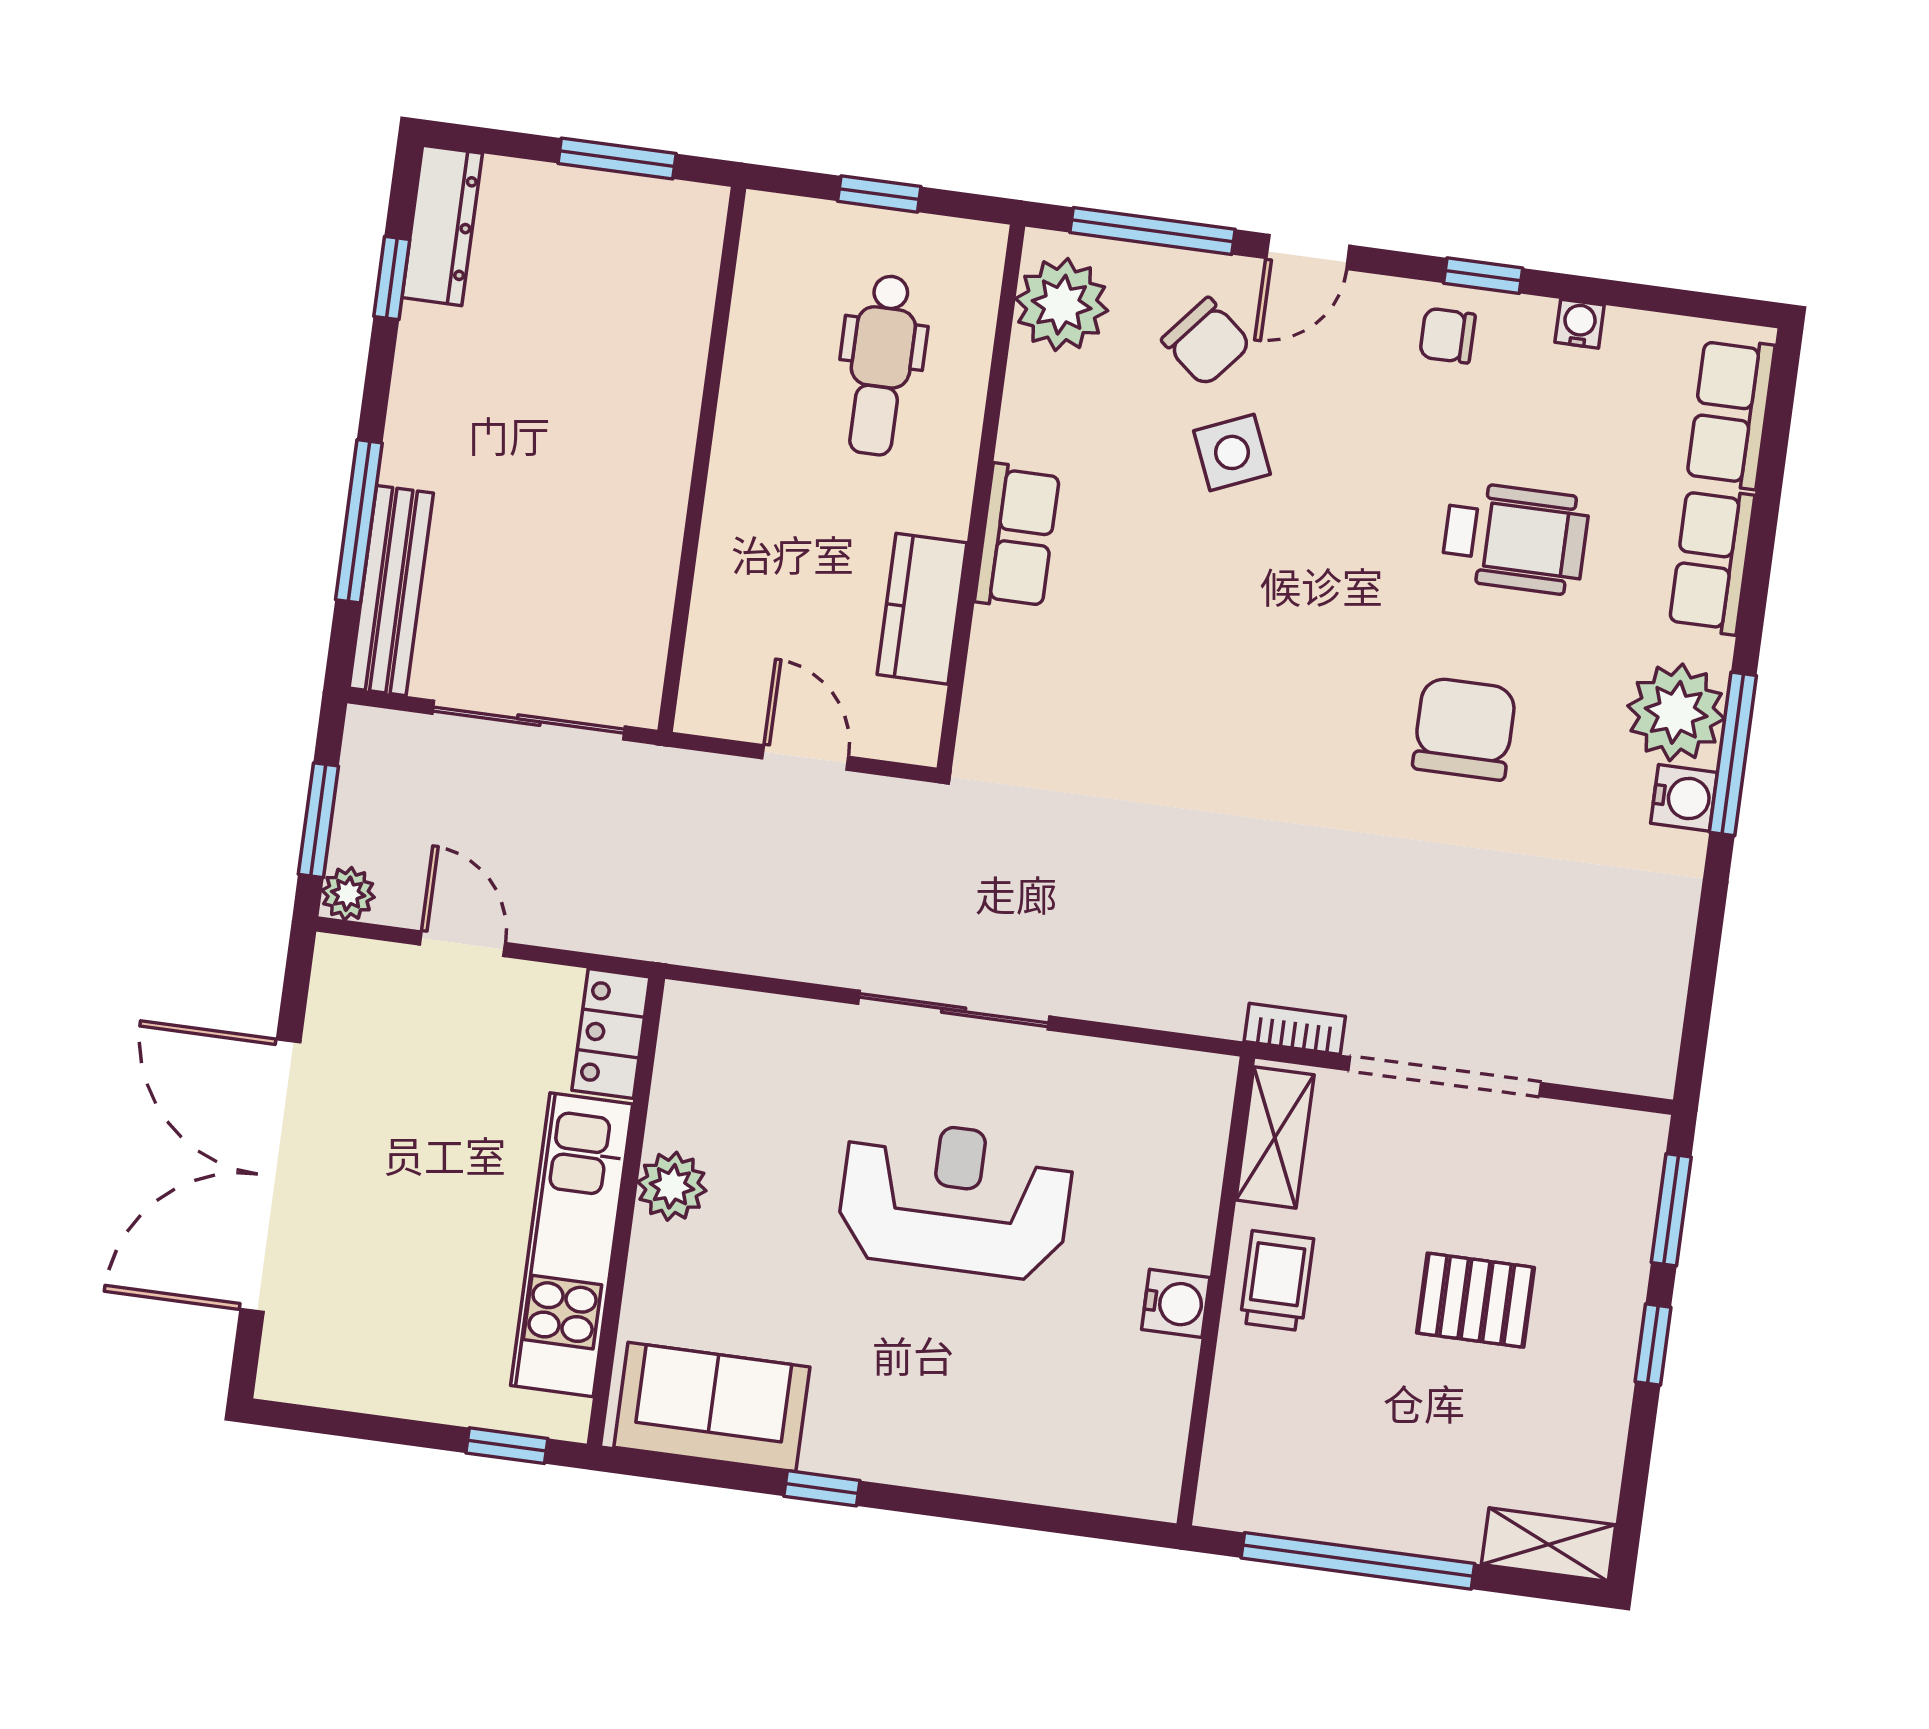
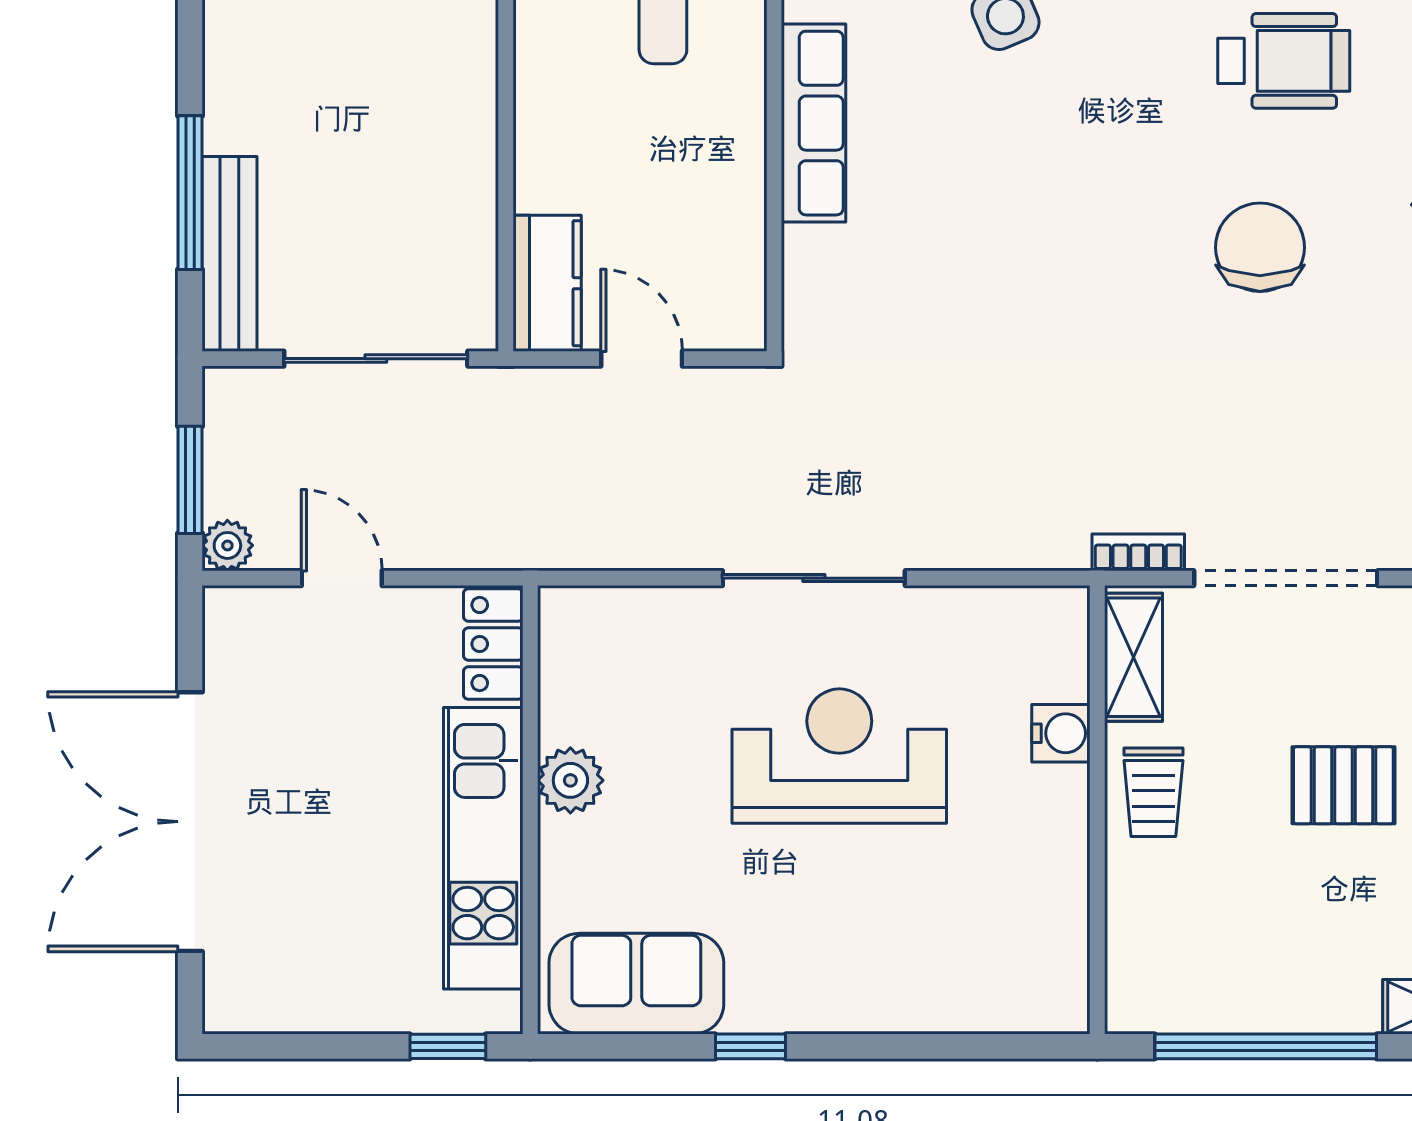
row of seats: (1017, 537) -> (813, 123), width x1.48
kitchen counter: (922, 609) -> (547, 283), moved, turned 180
trolley: (1277, 1281) -> (1153, 792), turned 180
water cooler: (1176, 1303) -> (1061, 733), moved

